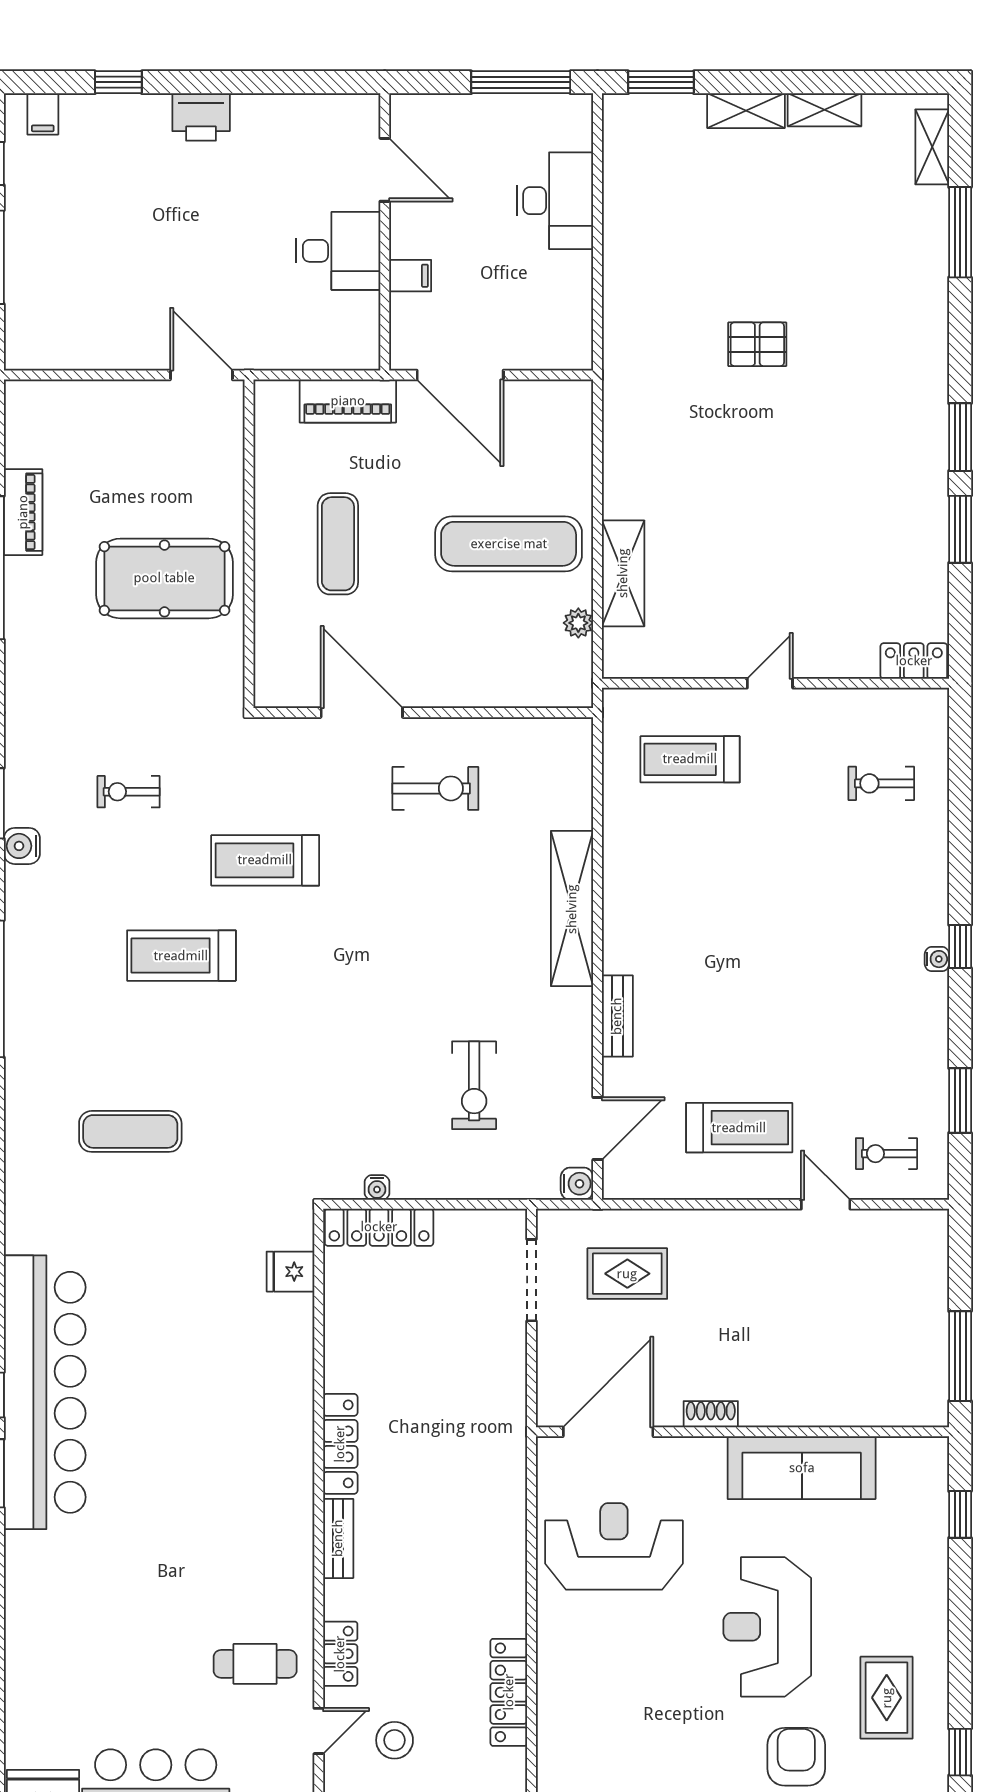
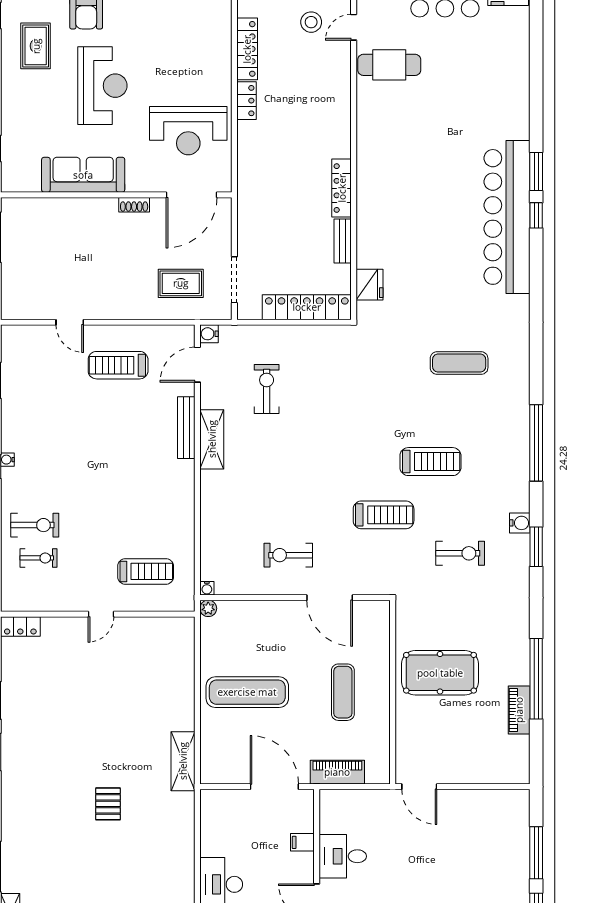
pallet: (757, 344) -> (108, 804), turned 90
shelving: (623, 573) -> (183, 761), moved
plant: (578, 623) -> (208, 608), moved
exercise bike: (129, 792) -> (460, 553), width x1.38, depth x1.39
shelving: (572, 909) -> (212, 439), moved, width x0.68
bench: (617, 1016) -> (186, 428), width x1.36
exercise bike: (886, 1154) -> (35, 525), moved, width x1.38, depth x1.39
water cooler: (377, 1188) -> (207, 588), moved, turned 180
locker: (379, 1227) -> (307, 307), width x1.41, depth x1.21
fridge: (290, 1272) -> (369, 285), width x1.38
bench: (338, 1538) -> (343, 241), moved
locker: (340, 1654) -> (247, 101), moved, turned 180
cafe table: (255, 1664) -> (389, 65), width x1.37, depth x1.35

